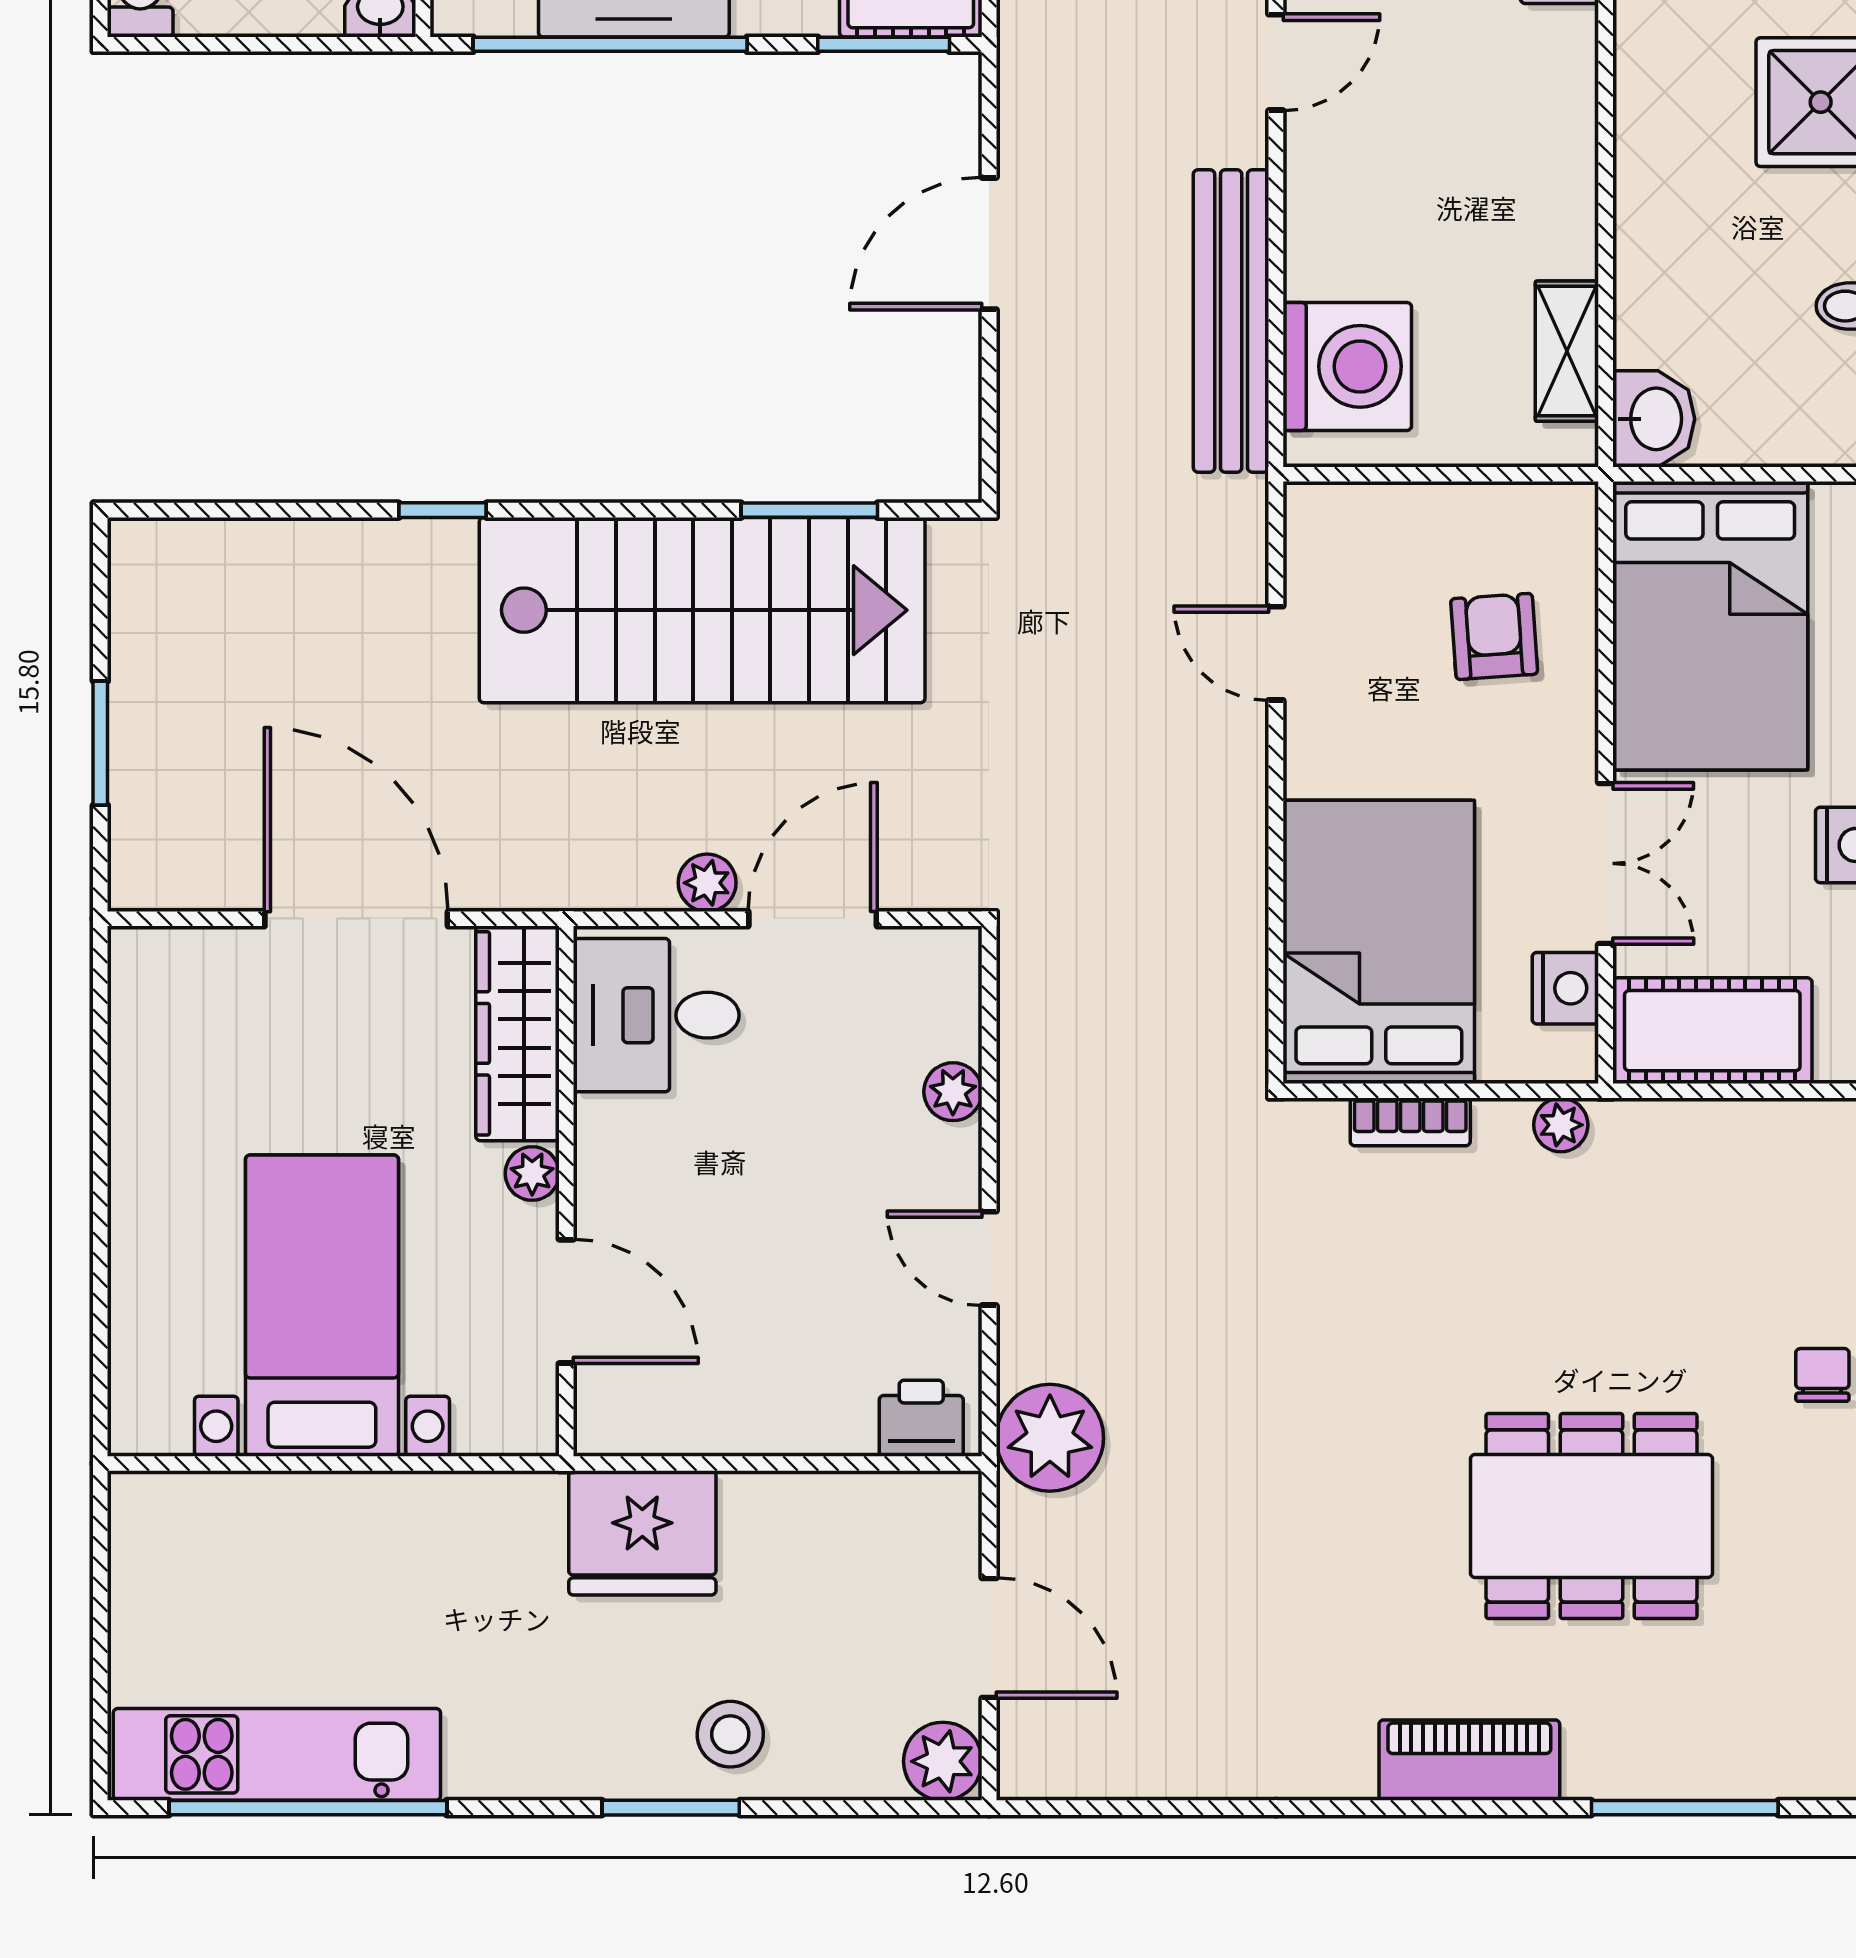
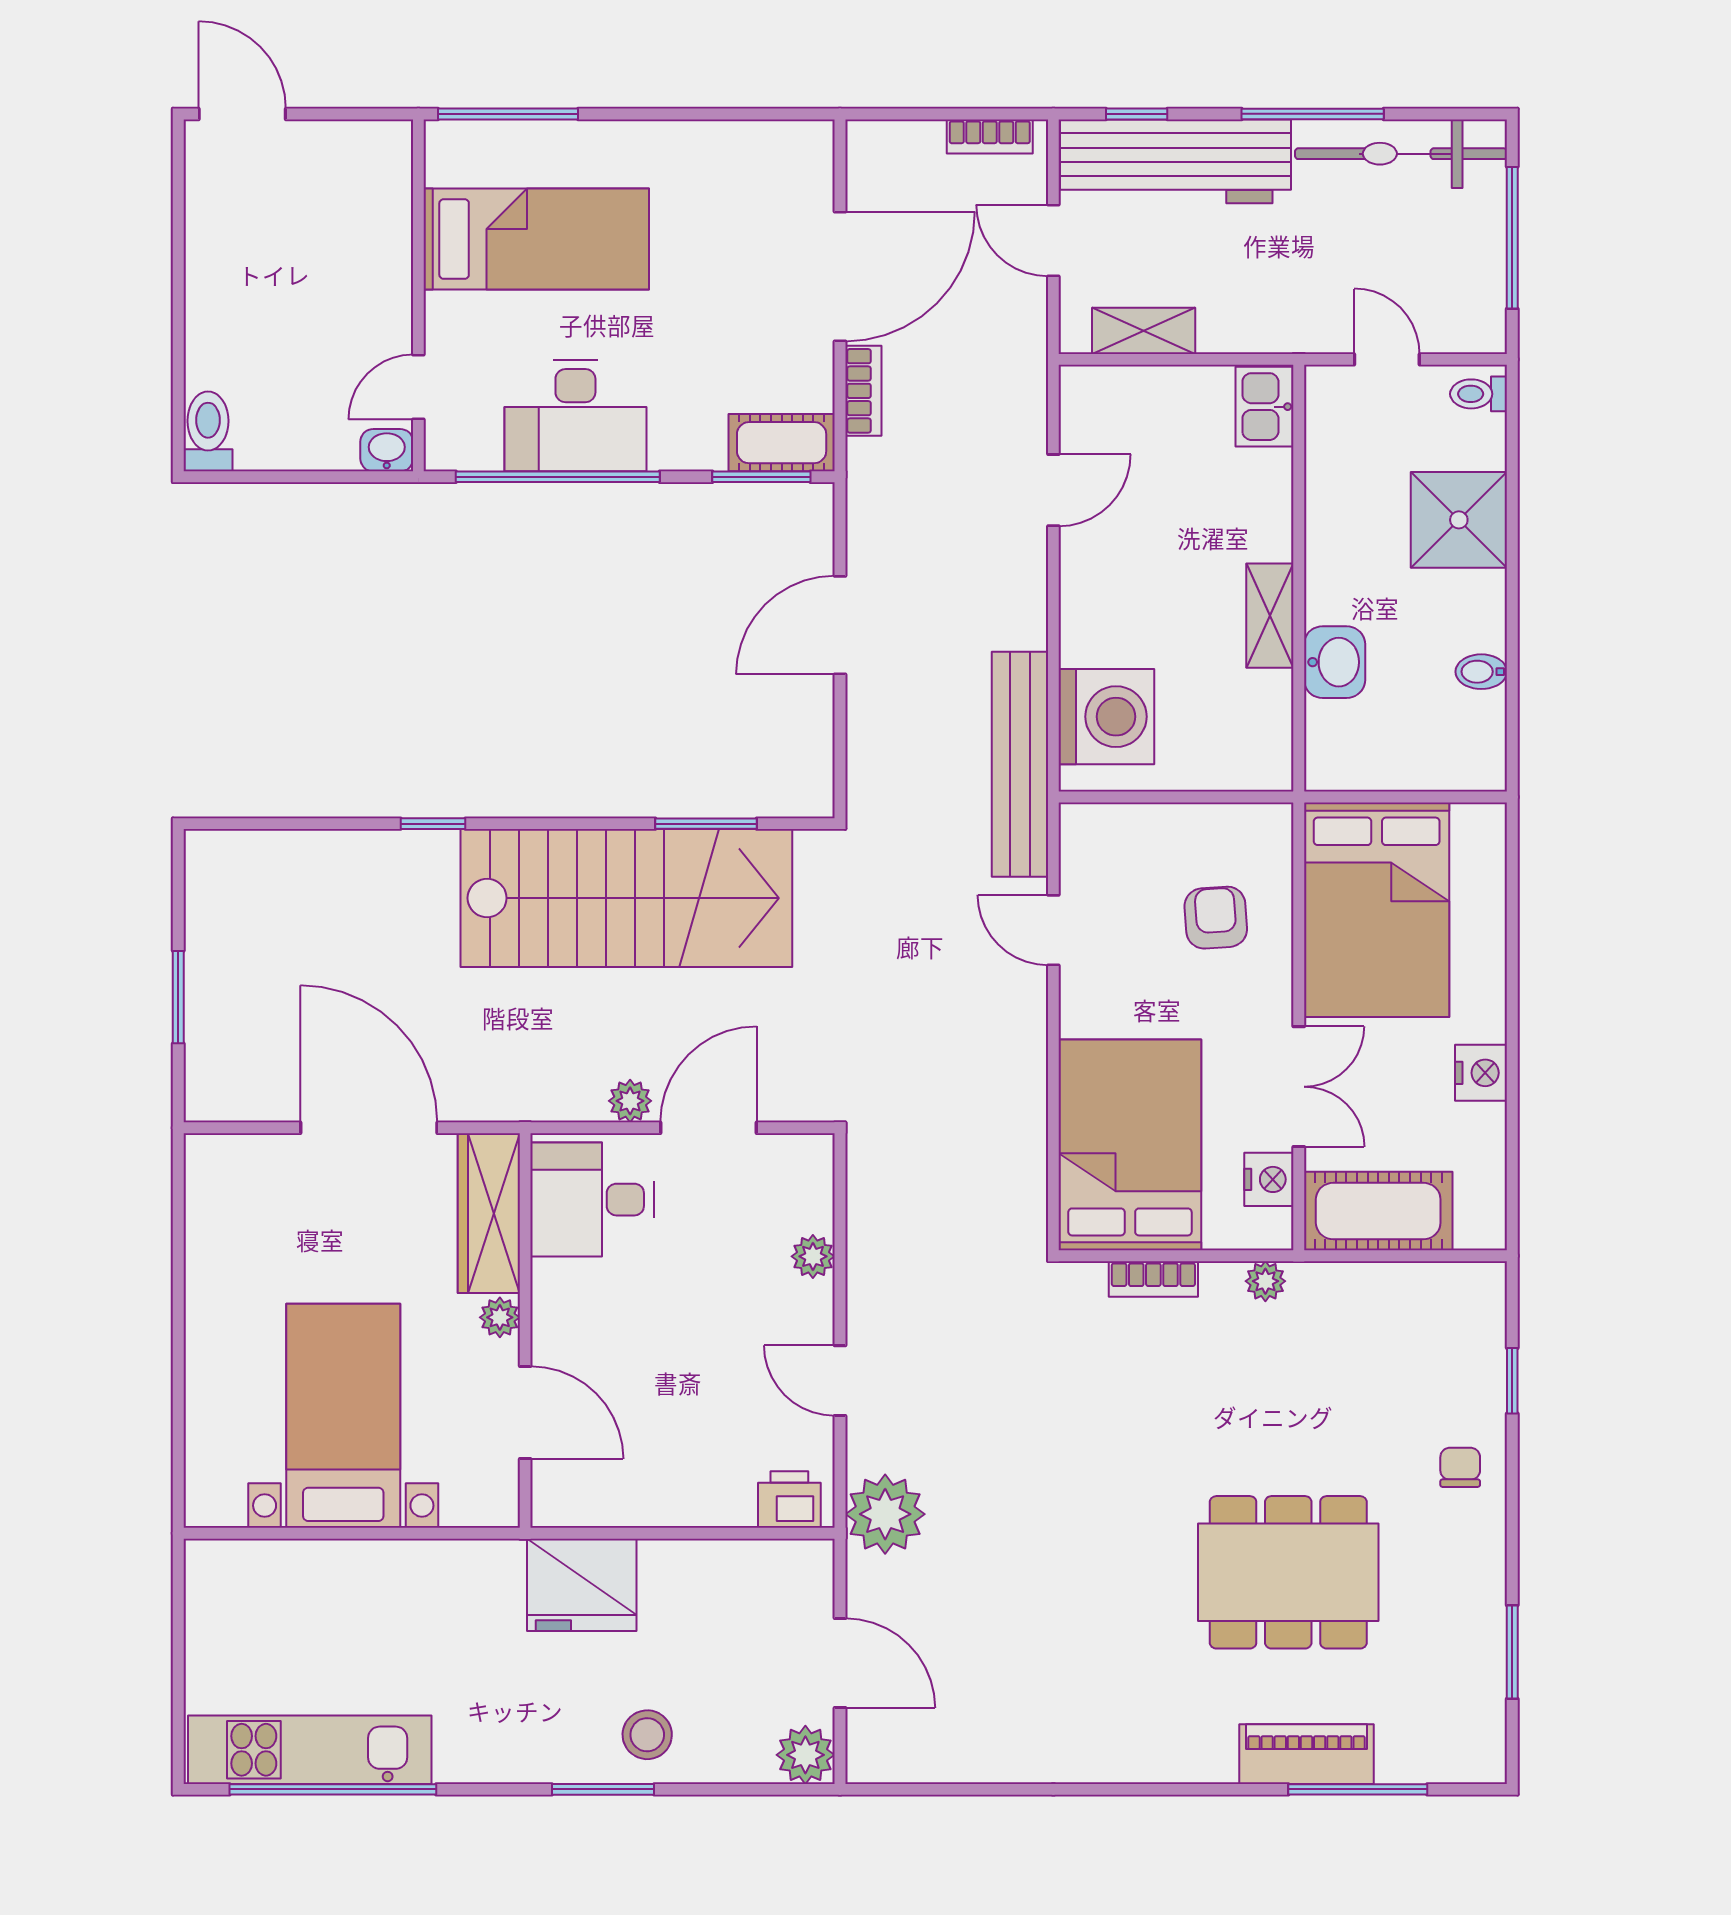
bench: (1231, 321) -> (1020, 764), moved
shelving: (1567, 351) -> (1270, 616), moved
washbasin: (1654, 419) -> (1335, 662), moved
piano: (1469, 1760) -> (1307, 1754), moved

